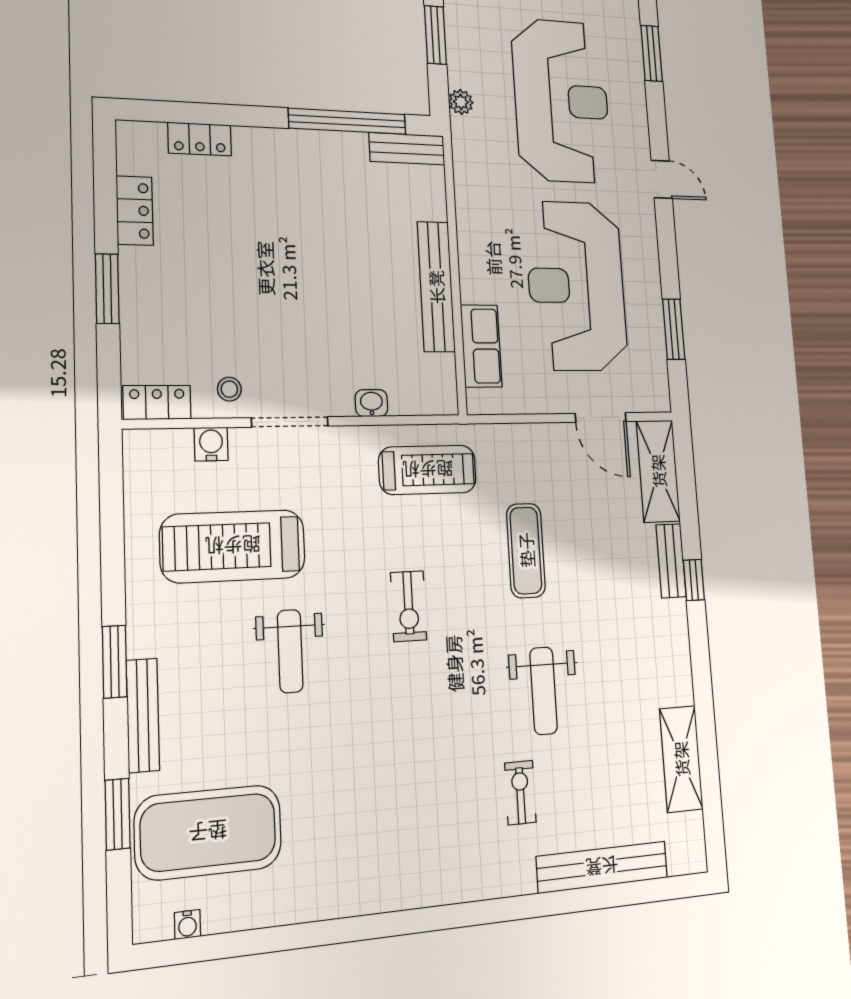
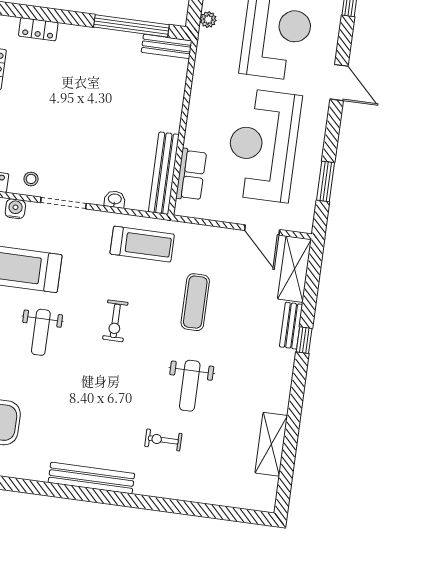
door: (662, 179) -> (339, 83), width x1.38
bench: (436, 287) -> (164, 173), moved
exercise bike: (520, 793) -> (163, 440), turned -90
bench: (602, 867) -> (91, 478), moved

